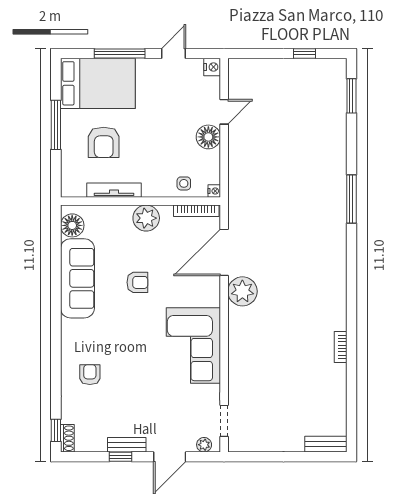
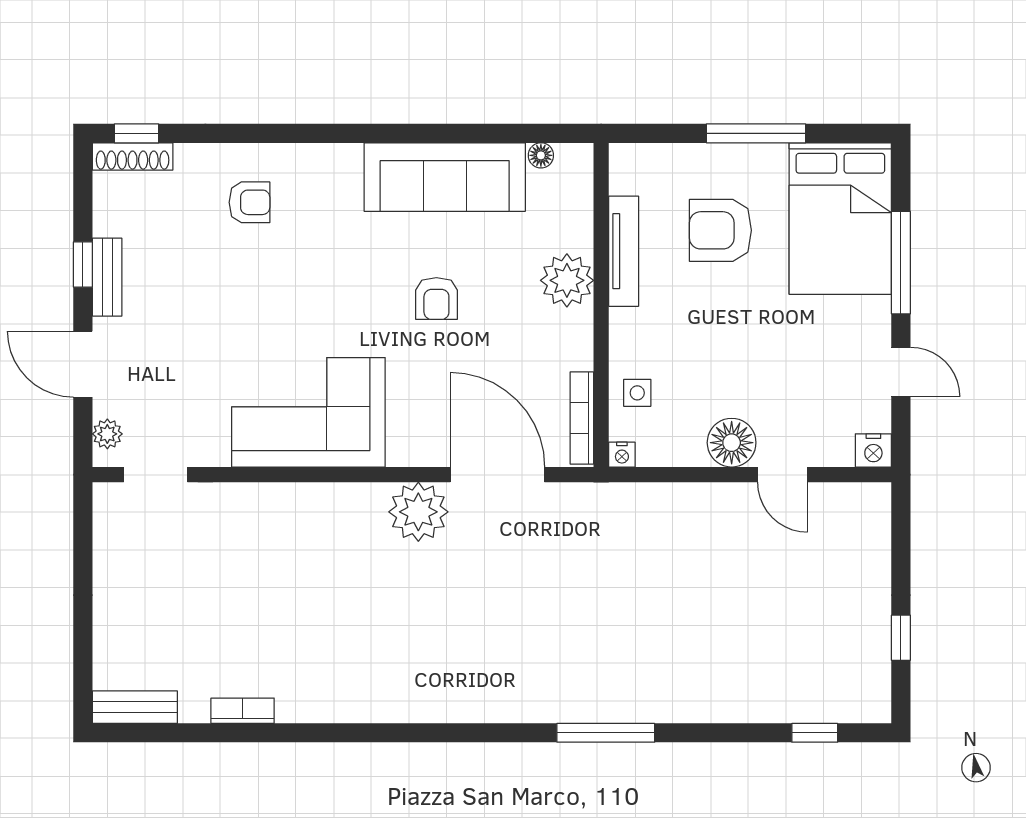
window: (351, 96) -> (815, 733), width x0.67
plant: (146, 218) -> (567, 280), moved
floor lamp: (72, 225) -> (541, 155), width x0.53, depth x0.53
bookcase: (341, 347) -> (243, 711), moved
shoe rack: (67, 438) -> (133, 157), width x1.43
bench: (326, 444) -> (135, 707), moved, turned 90

